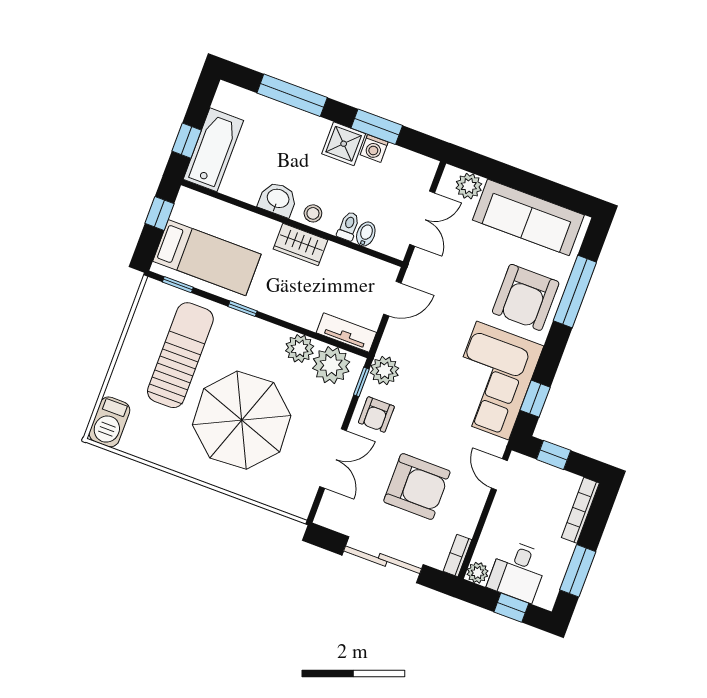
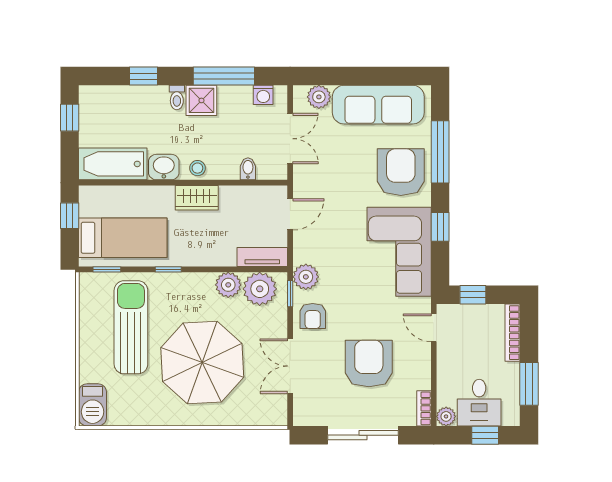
window: (292, 95) -> (143, 76), width x0.46
window: (377, 127) -> (224, 76), width x1.44
window: (187, 141) -> (70, 118), moved
washing machine: (374, 148) -> (263, 95), moved
bathtub: (213, 150) -> (113, 164), moved, turned -90
toilet: (348, 226) -> (177, 97), moved, turned 180
armchair: (526, 297) -> (401, 172), turned 180
window: (535, 399) -> (440, 227), moved
double door: (333, 459) -> (290, 366), swing flipped
armchair: (417, 486) -> (369, 363), turned -90

